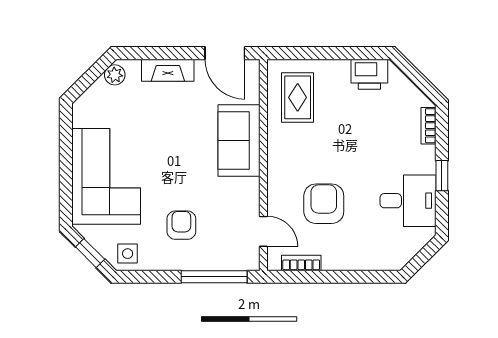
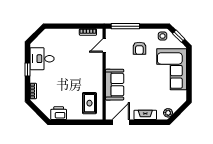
door: (225, 53) -> (121, 122), hinge flipped
armchair: (324, 204) -> (78, 57), removed
door: (263, 231) -> (104, 46), hinge flipped

